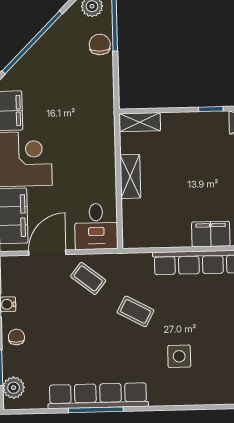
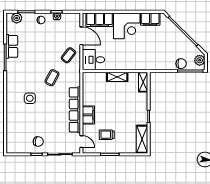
row of seats: (98, 396) -> (12, 46), width x0.50

